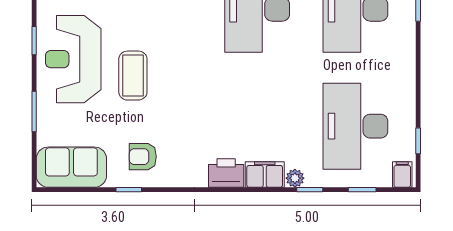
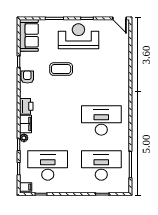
coffee table: (133, 76) -> (61, 69), moved
armchair: (143, 157) -> (27, 77), moved

